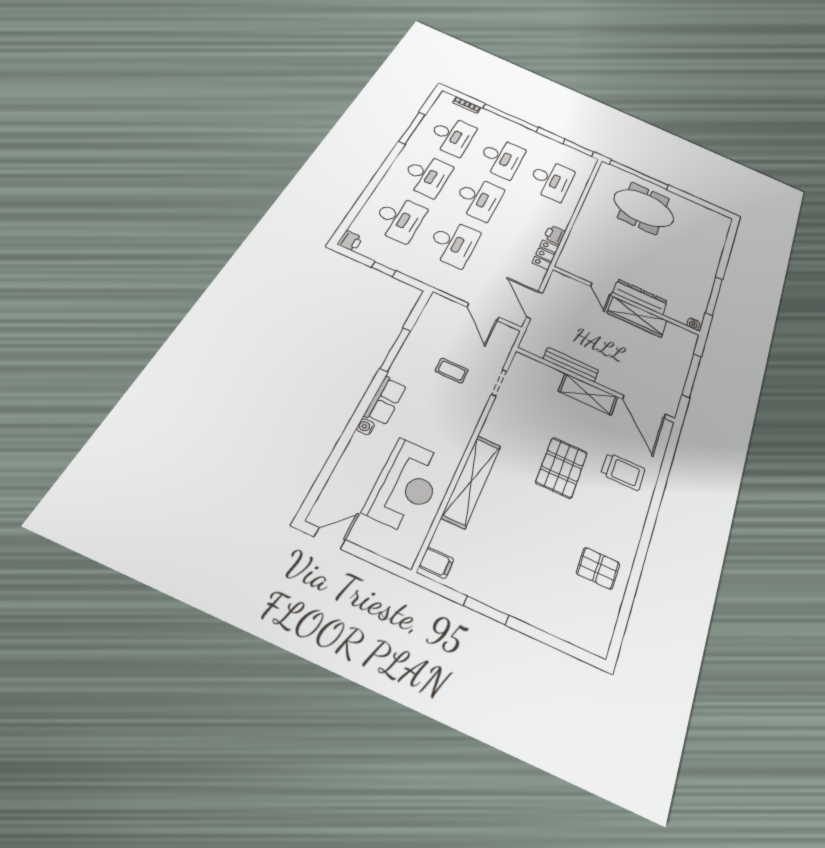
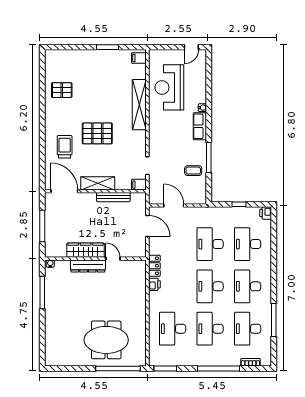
filing cabinet: (524, 363) -> (139, 185), added
coffee table: (452, 371) -> (193, 171), moved
pallet: (562, 468) -> (97, 133), turned 90
trolley: (623, 471) -> (65, 147), turned 90

